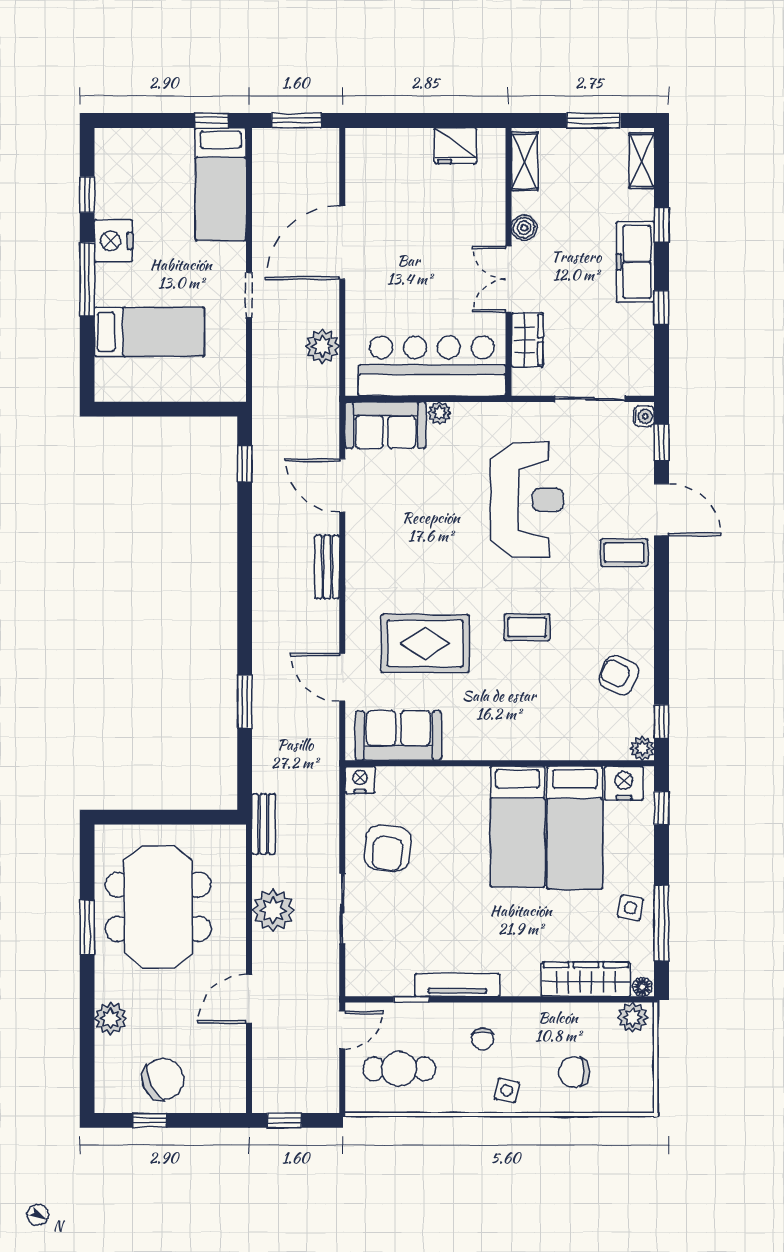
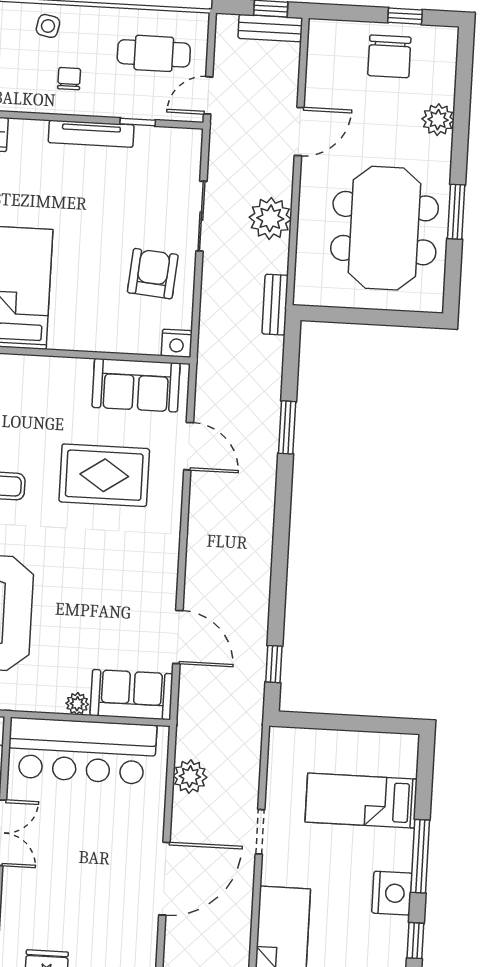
bench: (327, 567) -> (270, 28), moved, turned 90
chair: (163, 1079) -> (389, 56), turned -64

